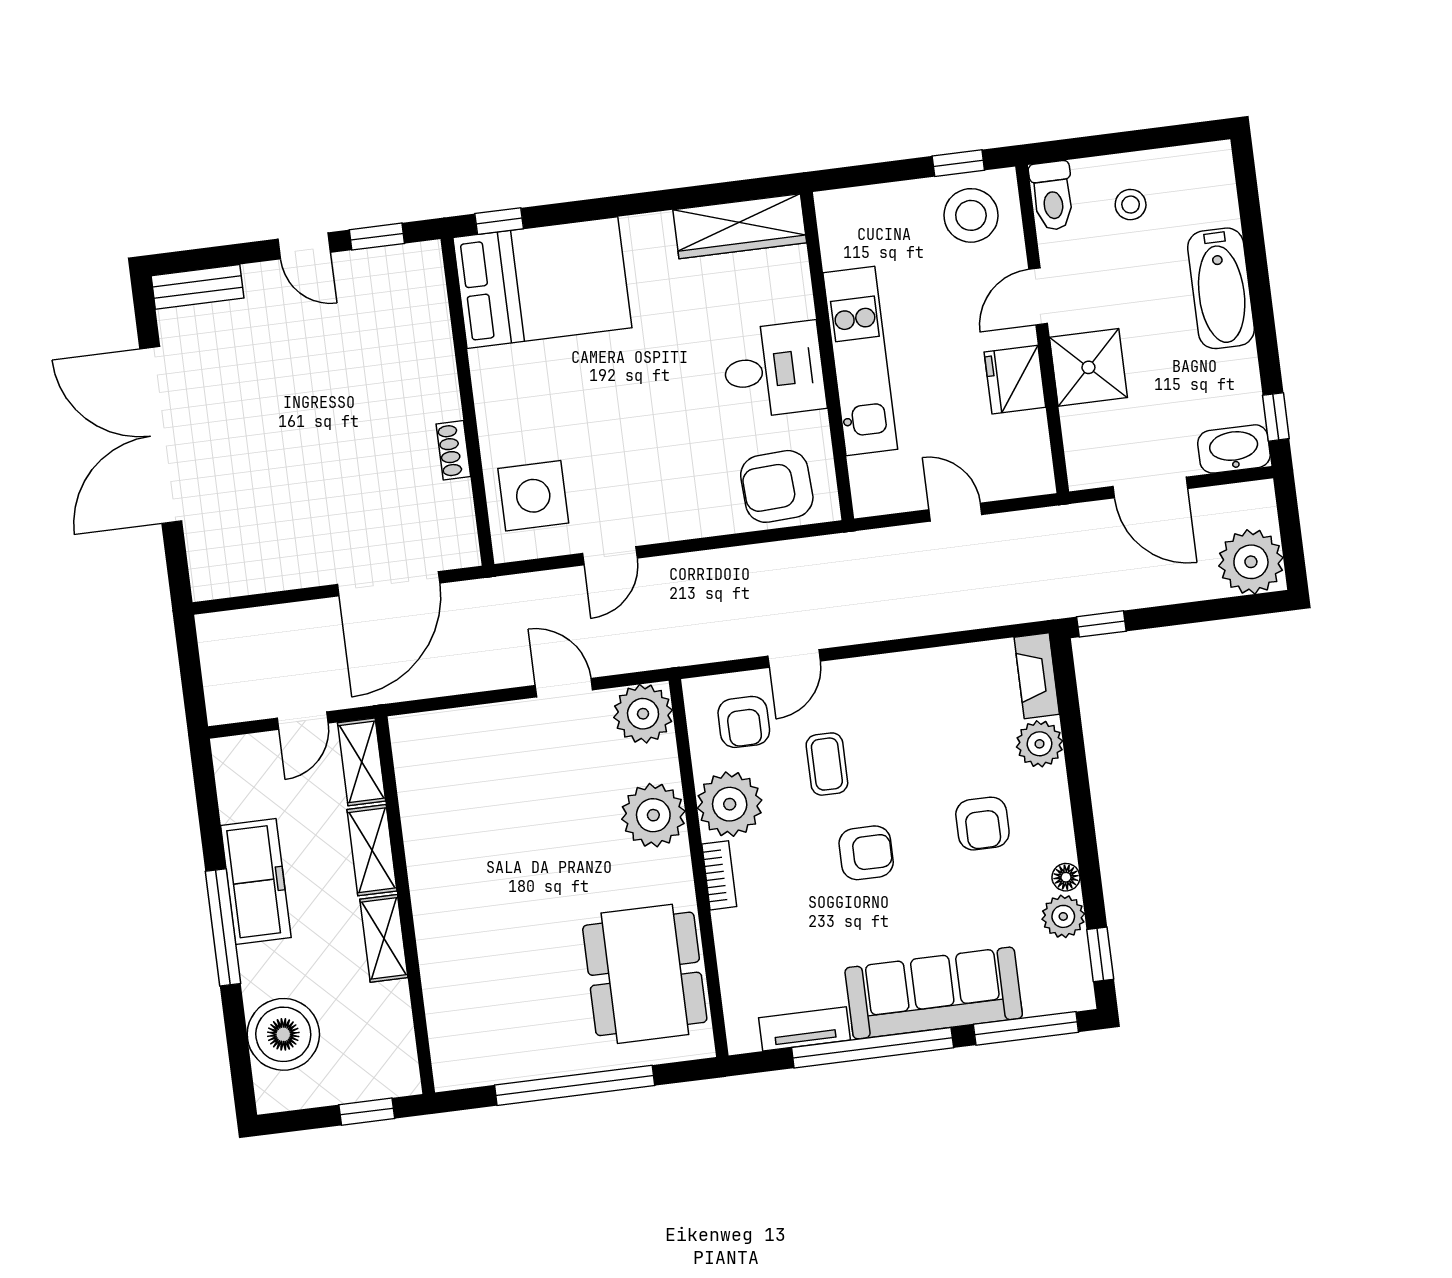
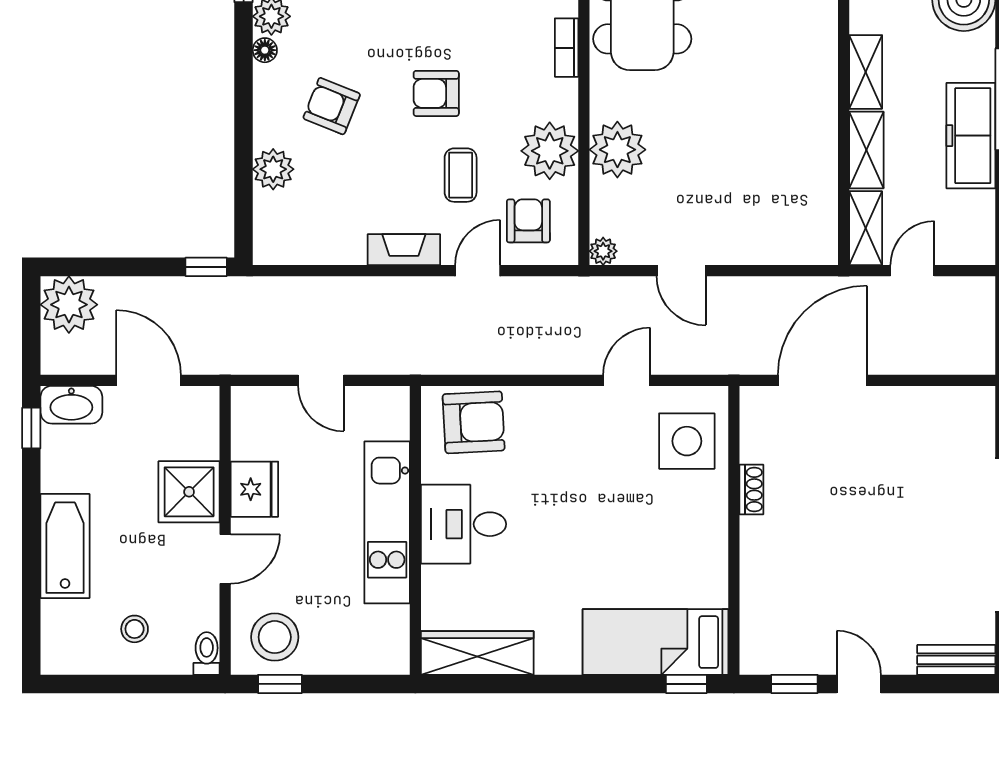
toilet: (1052, 196) -> (207, 653), width x0.73, depth x0.72
bed: (542, 283) -> (655, 642), width x0.67
fireplace: (1037, 676) -> (404, 250), moved, turned -90
plant: (643, 714) -> (603, 251), width x0.53, depth x0.53
armchair: (982, 824) -> (332, 106), turned -68
bookcase: (719, 875) -> (567, 48), moved

